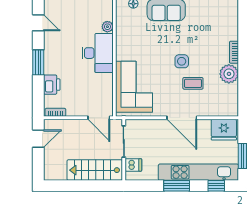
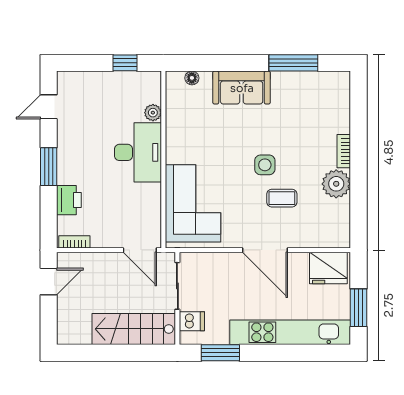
door: (38, 23) -> (49, 107), swing flipped
window: (177, 186) -> (220, 353), moved
window: (216, 186) -> (317, 353), removed

